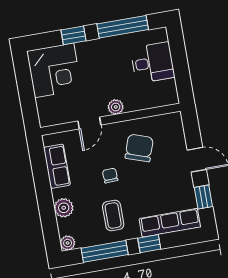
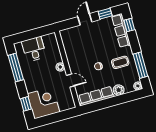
window: (73, 35) -> (26, 104), moved
chair: (139, 148) -> (82, 52), removed
row of seats: (57, 166) -> (96, 96), width x1.48
window: (149, 244) -> (129, 25), moved

